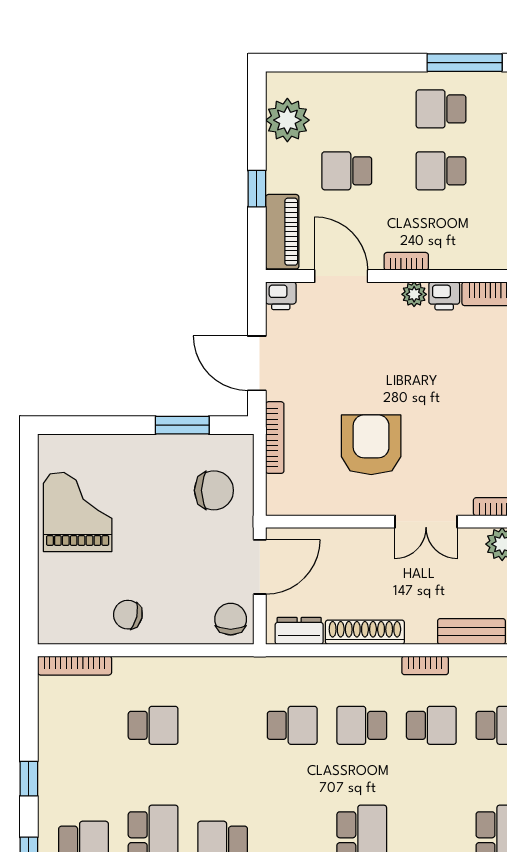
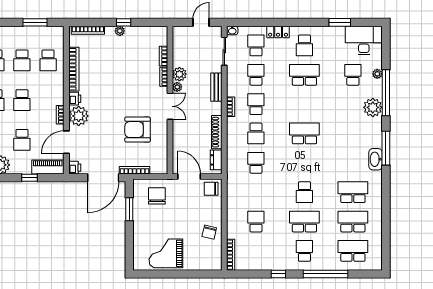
plant: (414, 294) -> (79, 116), width x1.88, depth x1.88
door: (257, 363) -> (103, 178), width x1.36
plant: (472, 539) -> (177, 87), added

